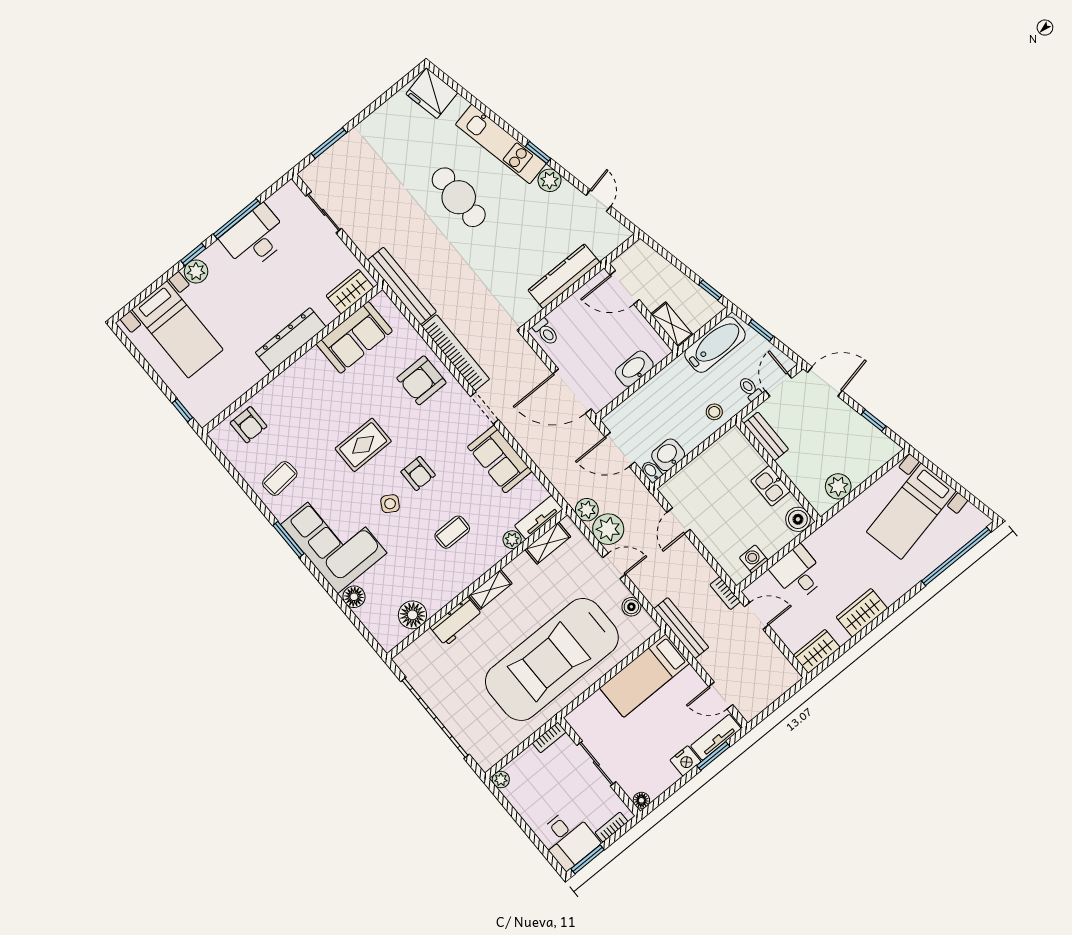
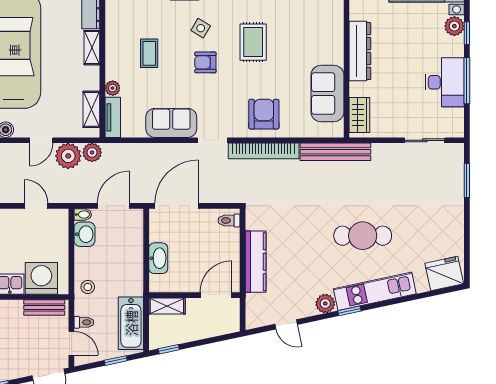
washing machine: (741, 461) -> (41, 278), added

